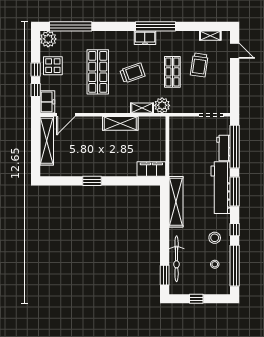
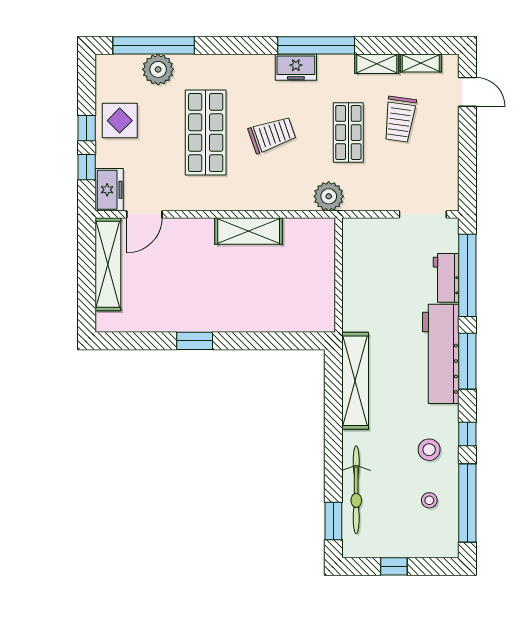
plant: (48, 39) -> (158, 69), moved
shelving: (142, 108) -> (377, 64), moved
filing cabinet: (151, 169) -> (308, 318), removed

